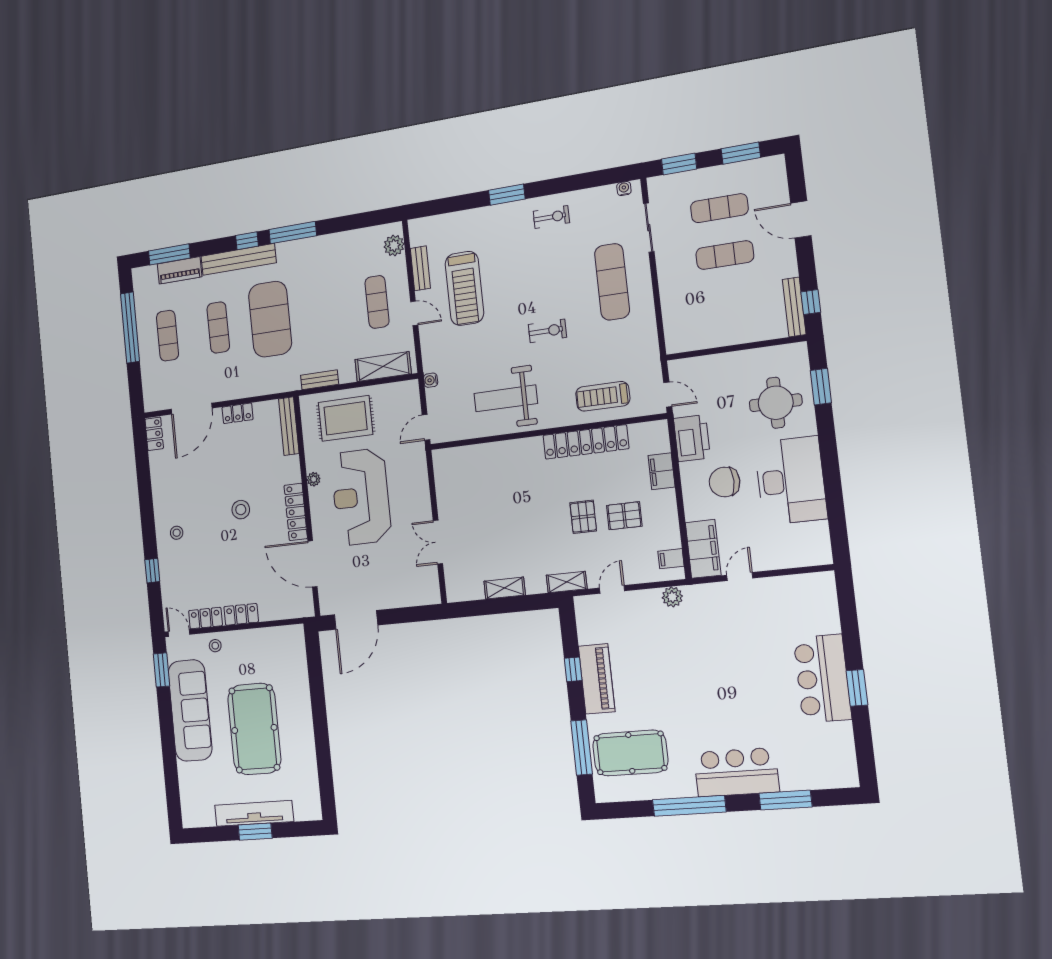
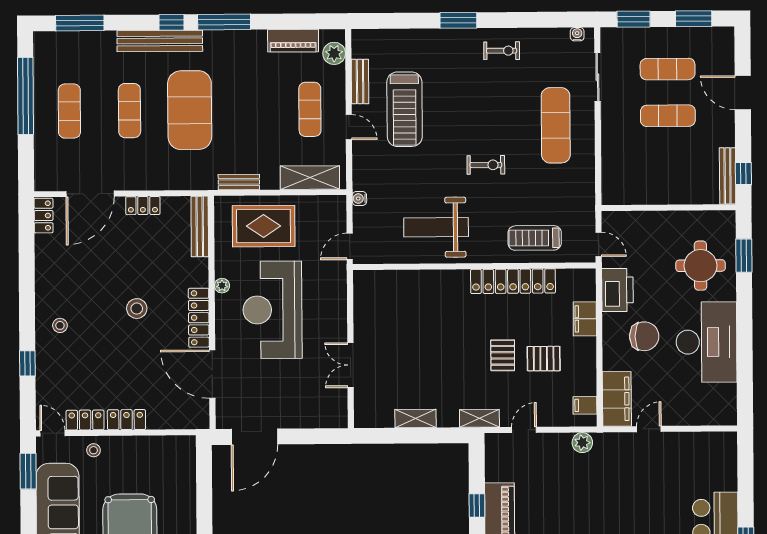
piano: (180, 270) -> (293, 41), moved
chair: (725, 482) -> (644, 336), turned 180

